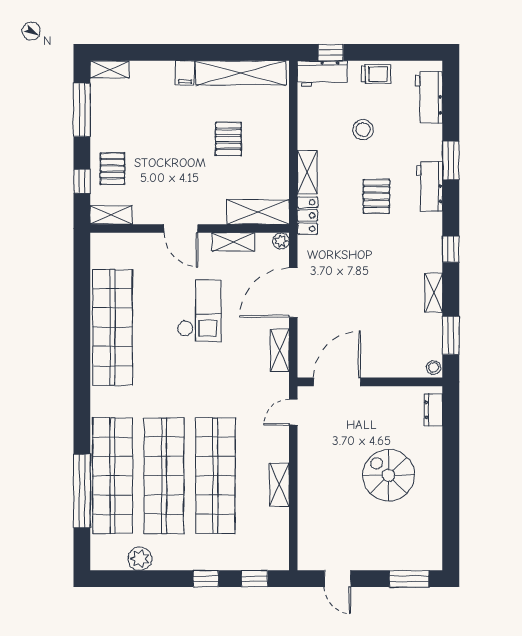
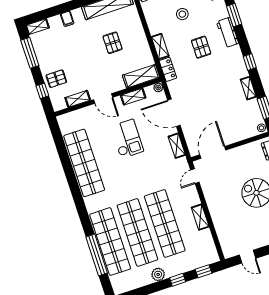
filing cabinet: (185, 73) -> (67, 19), moved
pallet: (112, 169) -> (56, 79), turned 90
shelving: (111, 215) -> (78, 99), moved
door: (293, 293) -> (174, 113), hinge flipped
plant: (140, 559) -> (158, 274), moved

